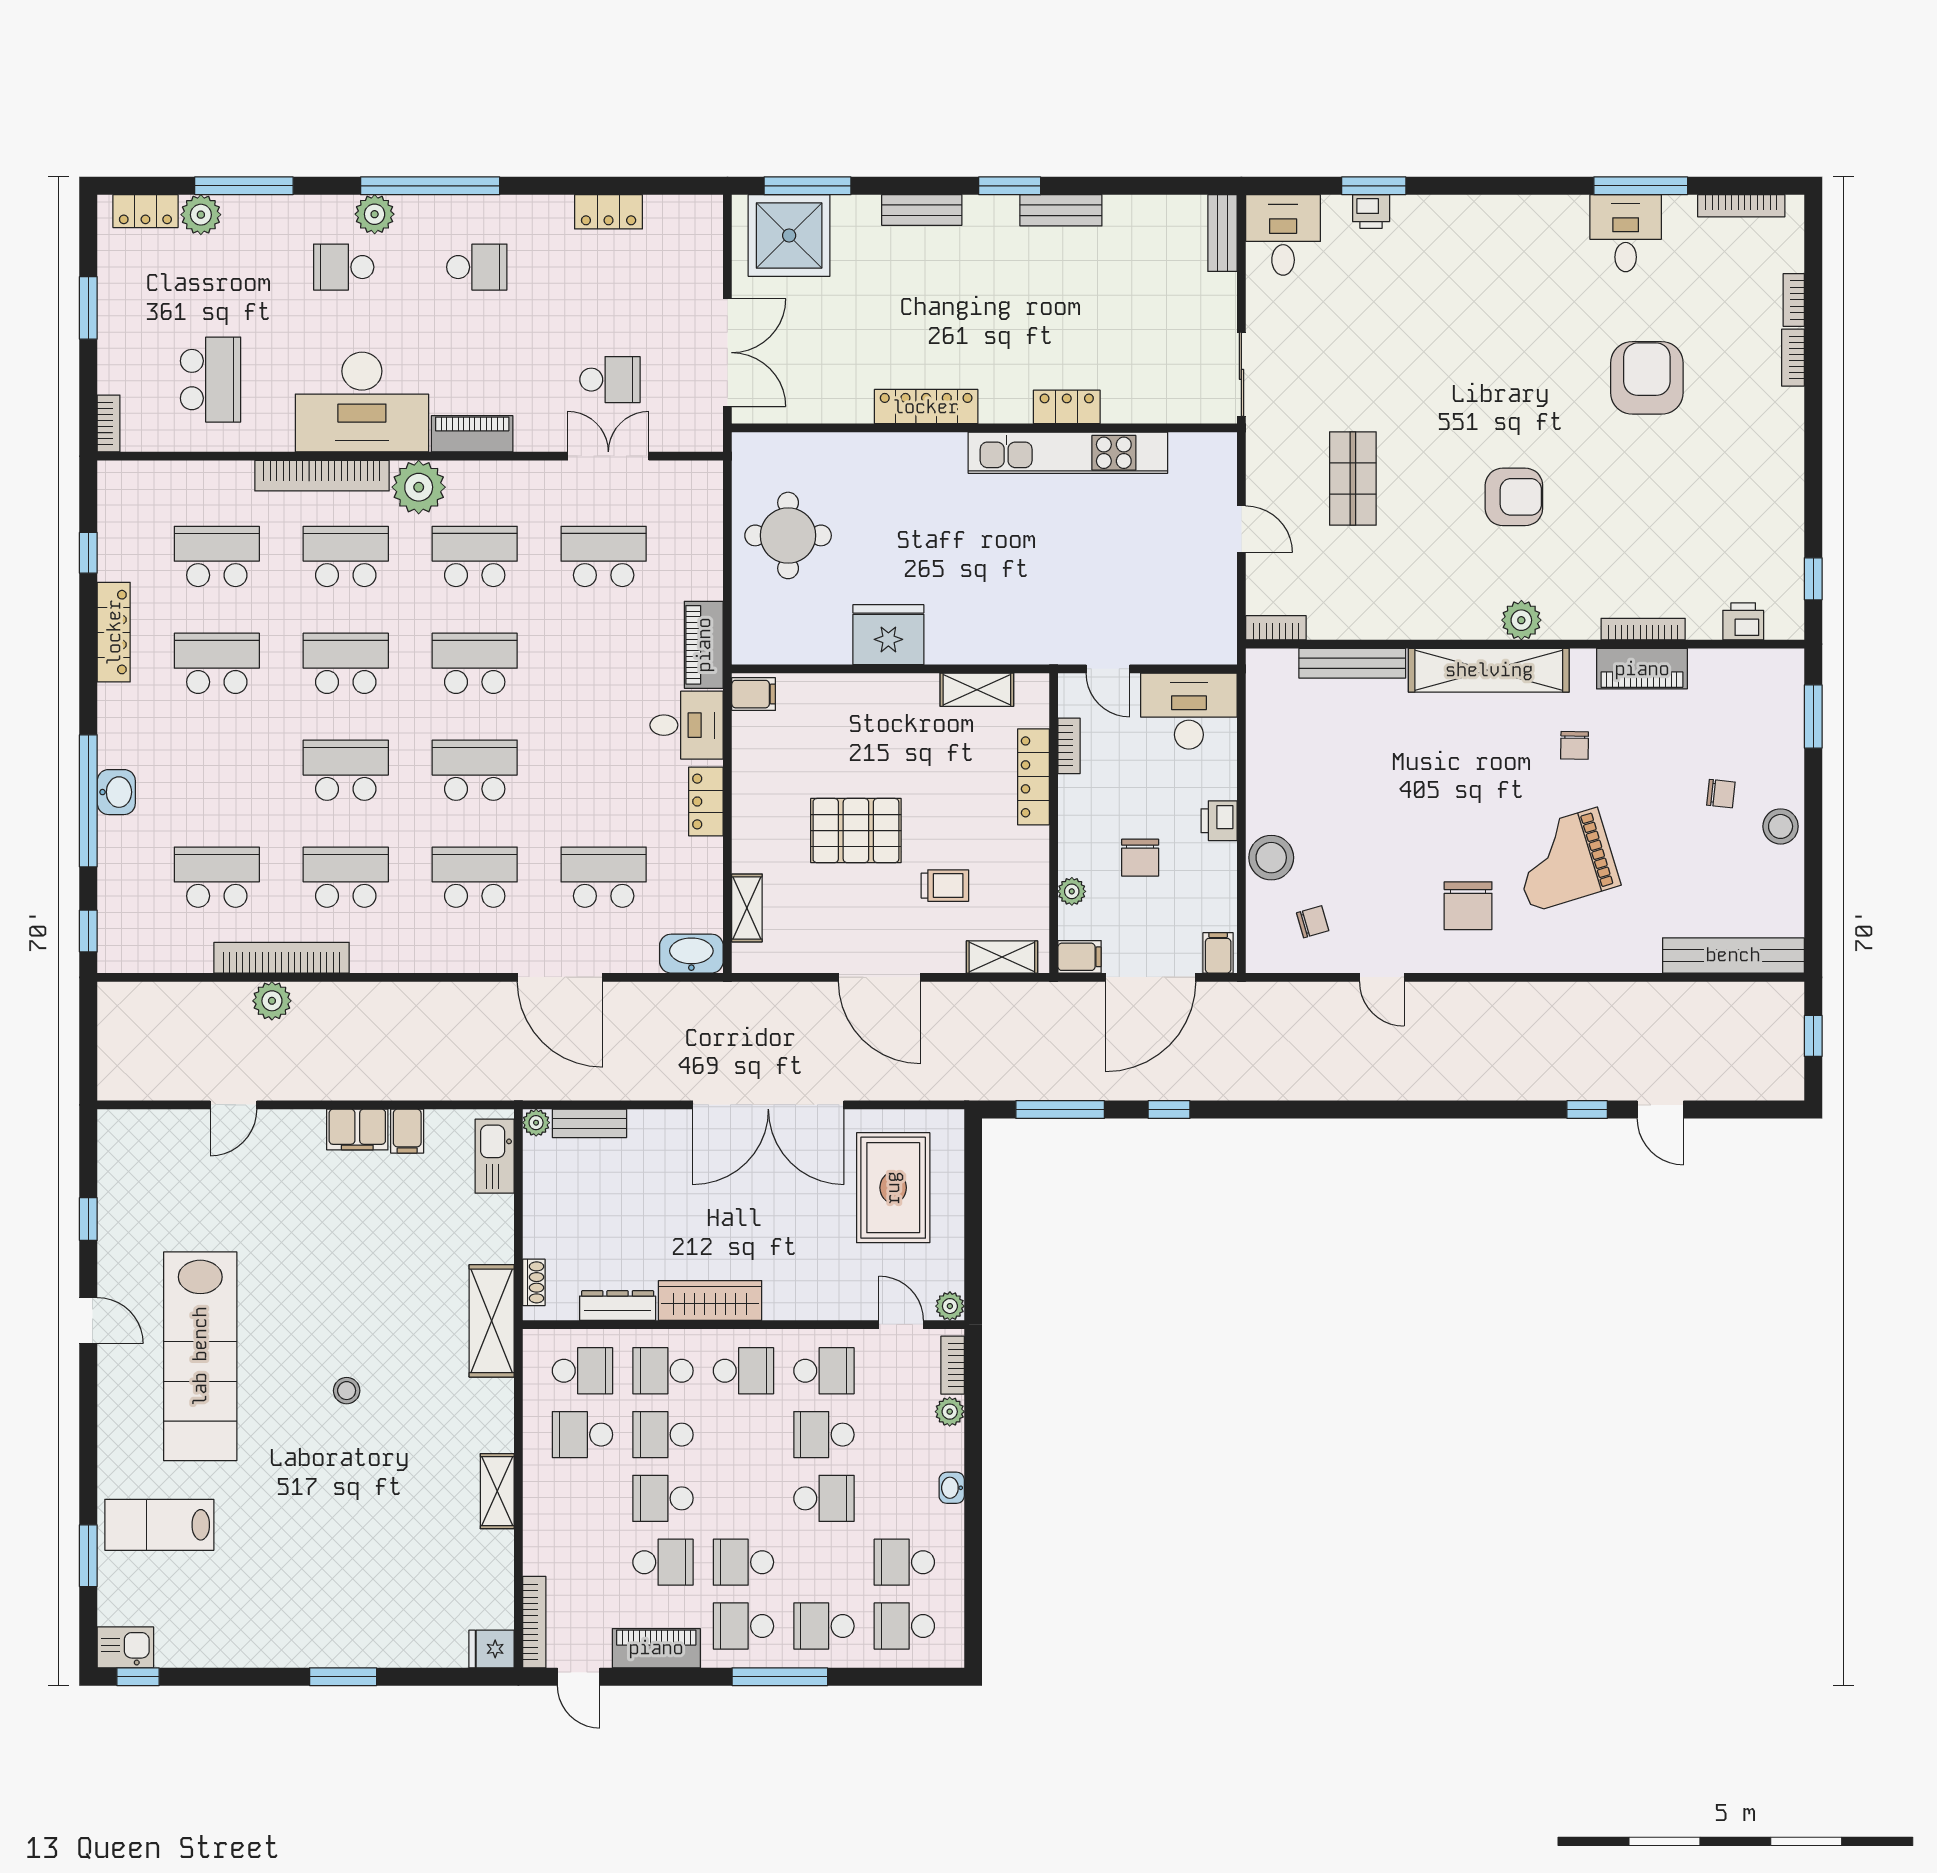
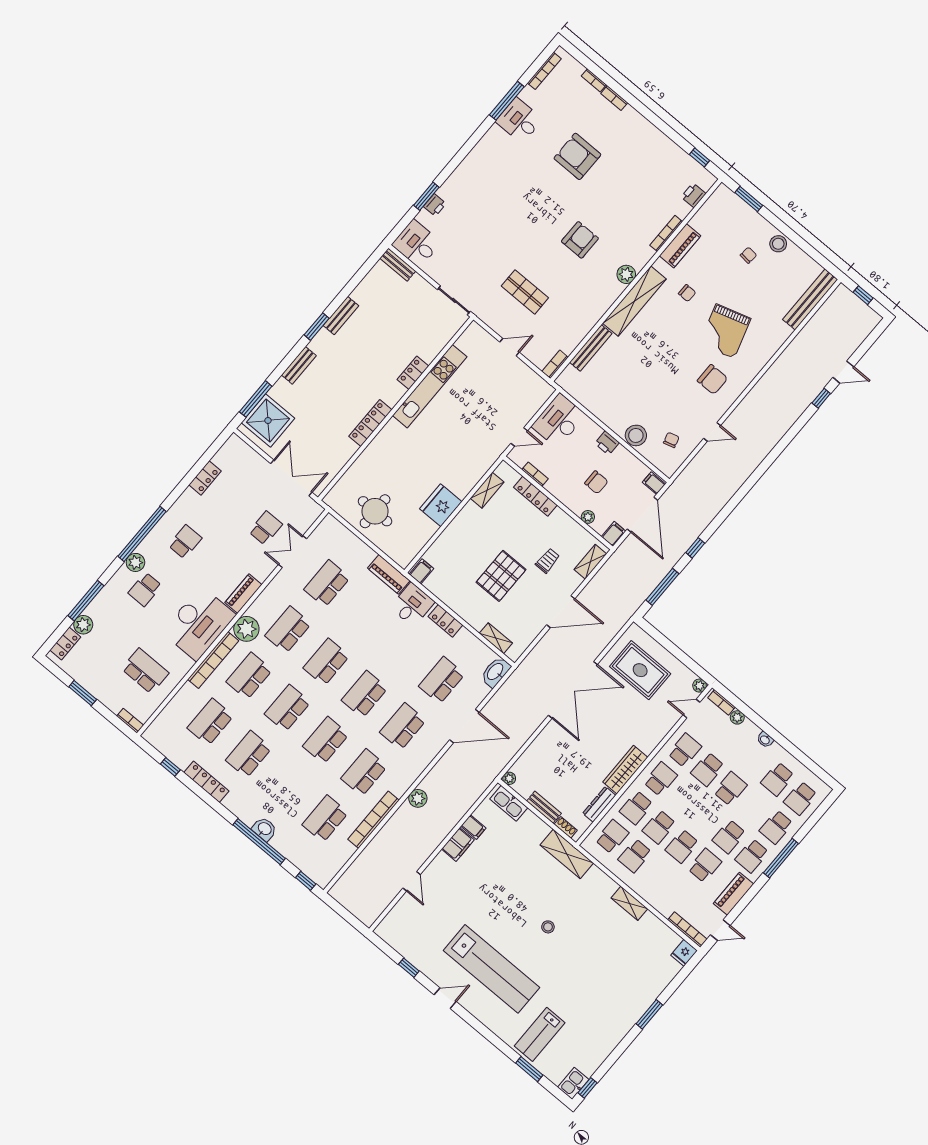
plant: (272, 1001) -> (418, 798), moved
bench: (589, 1123) -> (544, 807), moved, turned 90

